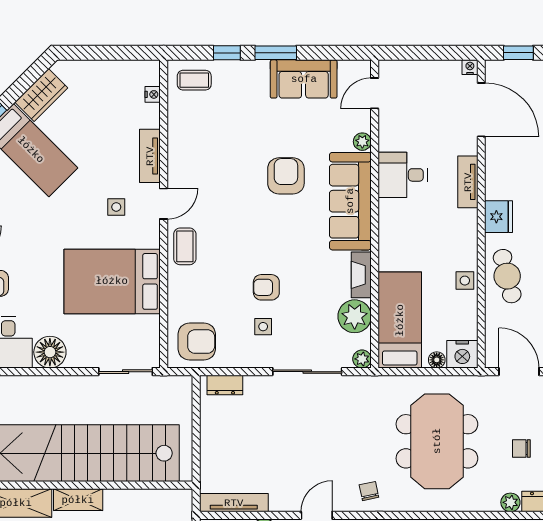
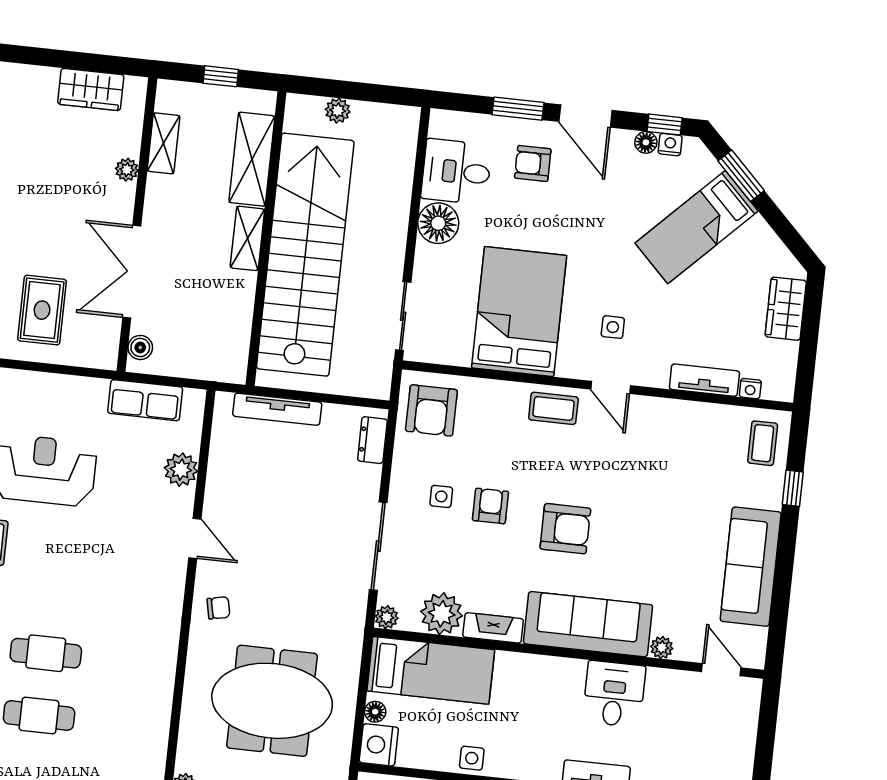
window: (276, 53) -> (786, 550), removed
sofa: (304, 79) -> (751, 567), width x1.36
wardrobe: (41, 95) -> (786, 309), moved, turned 45
tv unit: (150, 156) -> (704, 380), moved
armchair: (286, 176) -> (565, 529), moved
tv unit: (234, 503) -> (277, 409), moved, turned 90

